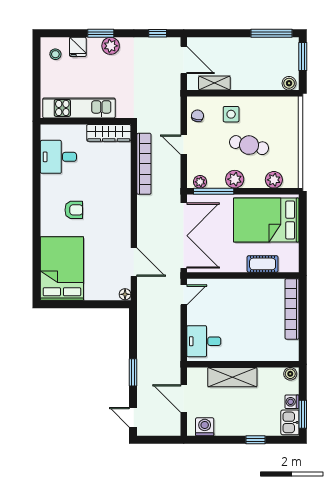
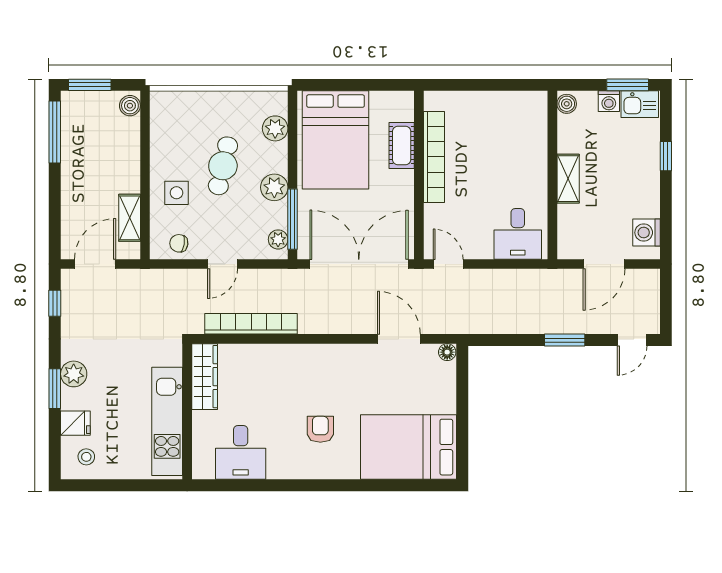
door: (134, 262) -> (399, 339), hinge flipped
bookcase: (292, 309) -> (434, 157), moved, turned -90
shelving: (232, 377) -> (568, 179), width x0.67, depth x0.75

